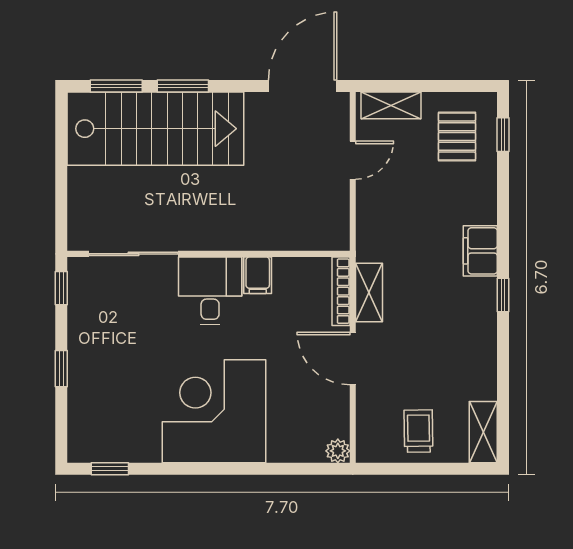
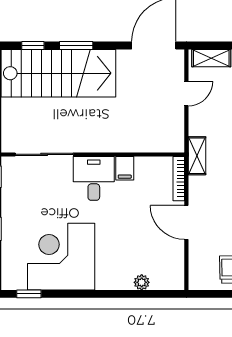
window: (116, 86) -> (33, 46), width x0.67
shelving: (369, 293) -> (197, 156), moved
corner desk: (214, 411) -> (61, 257), moved
plant: (338, 451) -> (142, 282), moved

